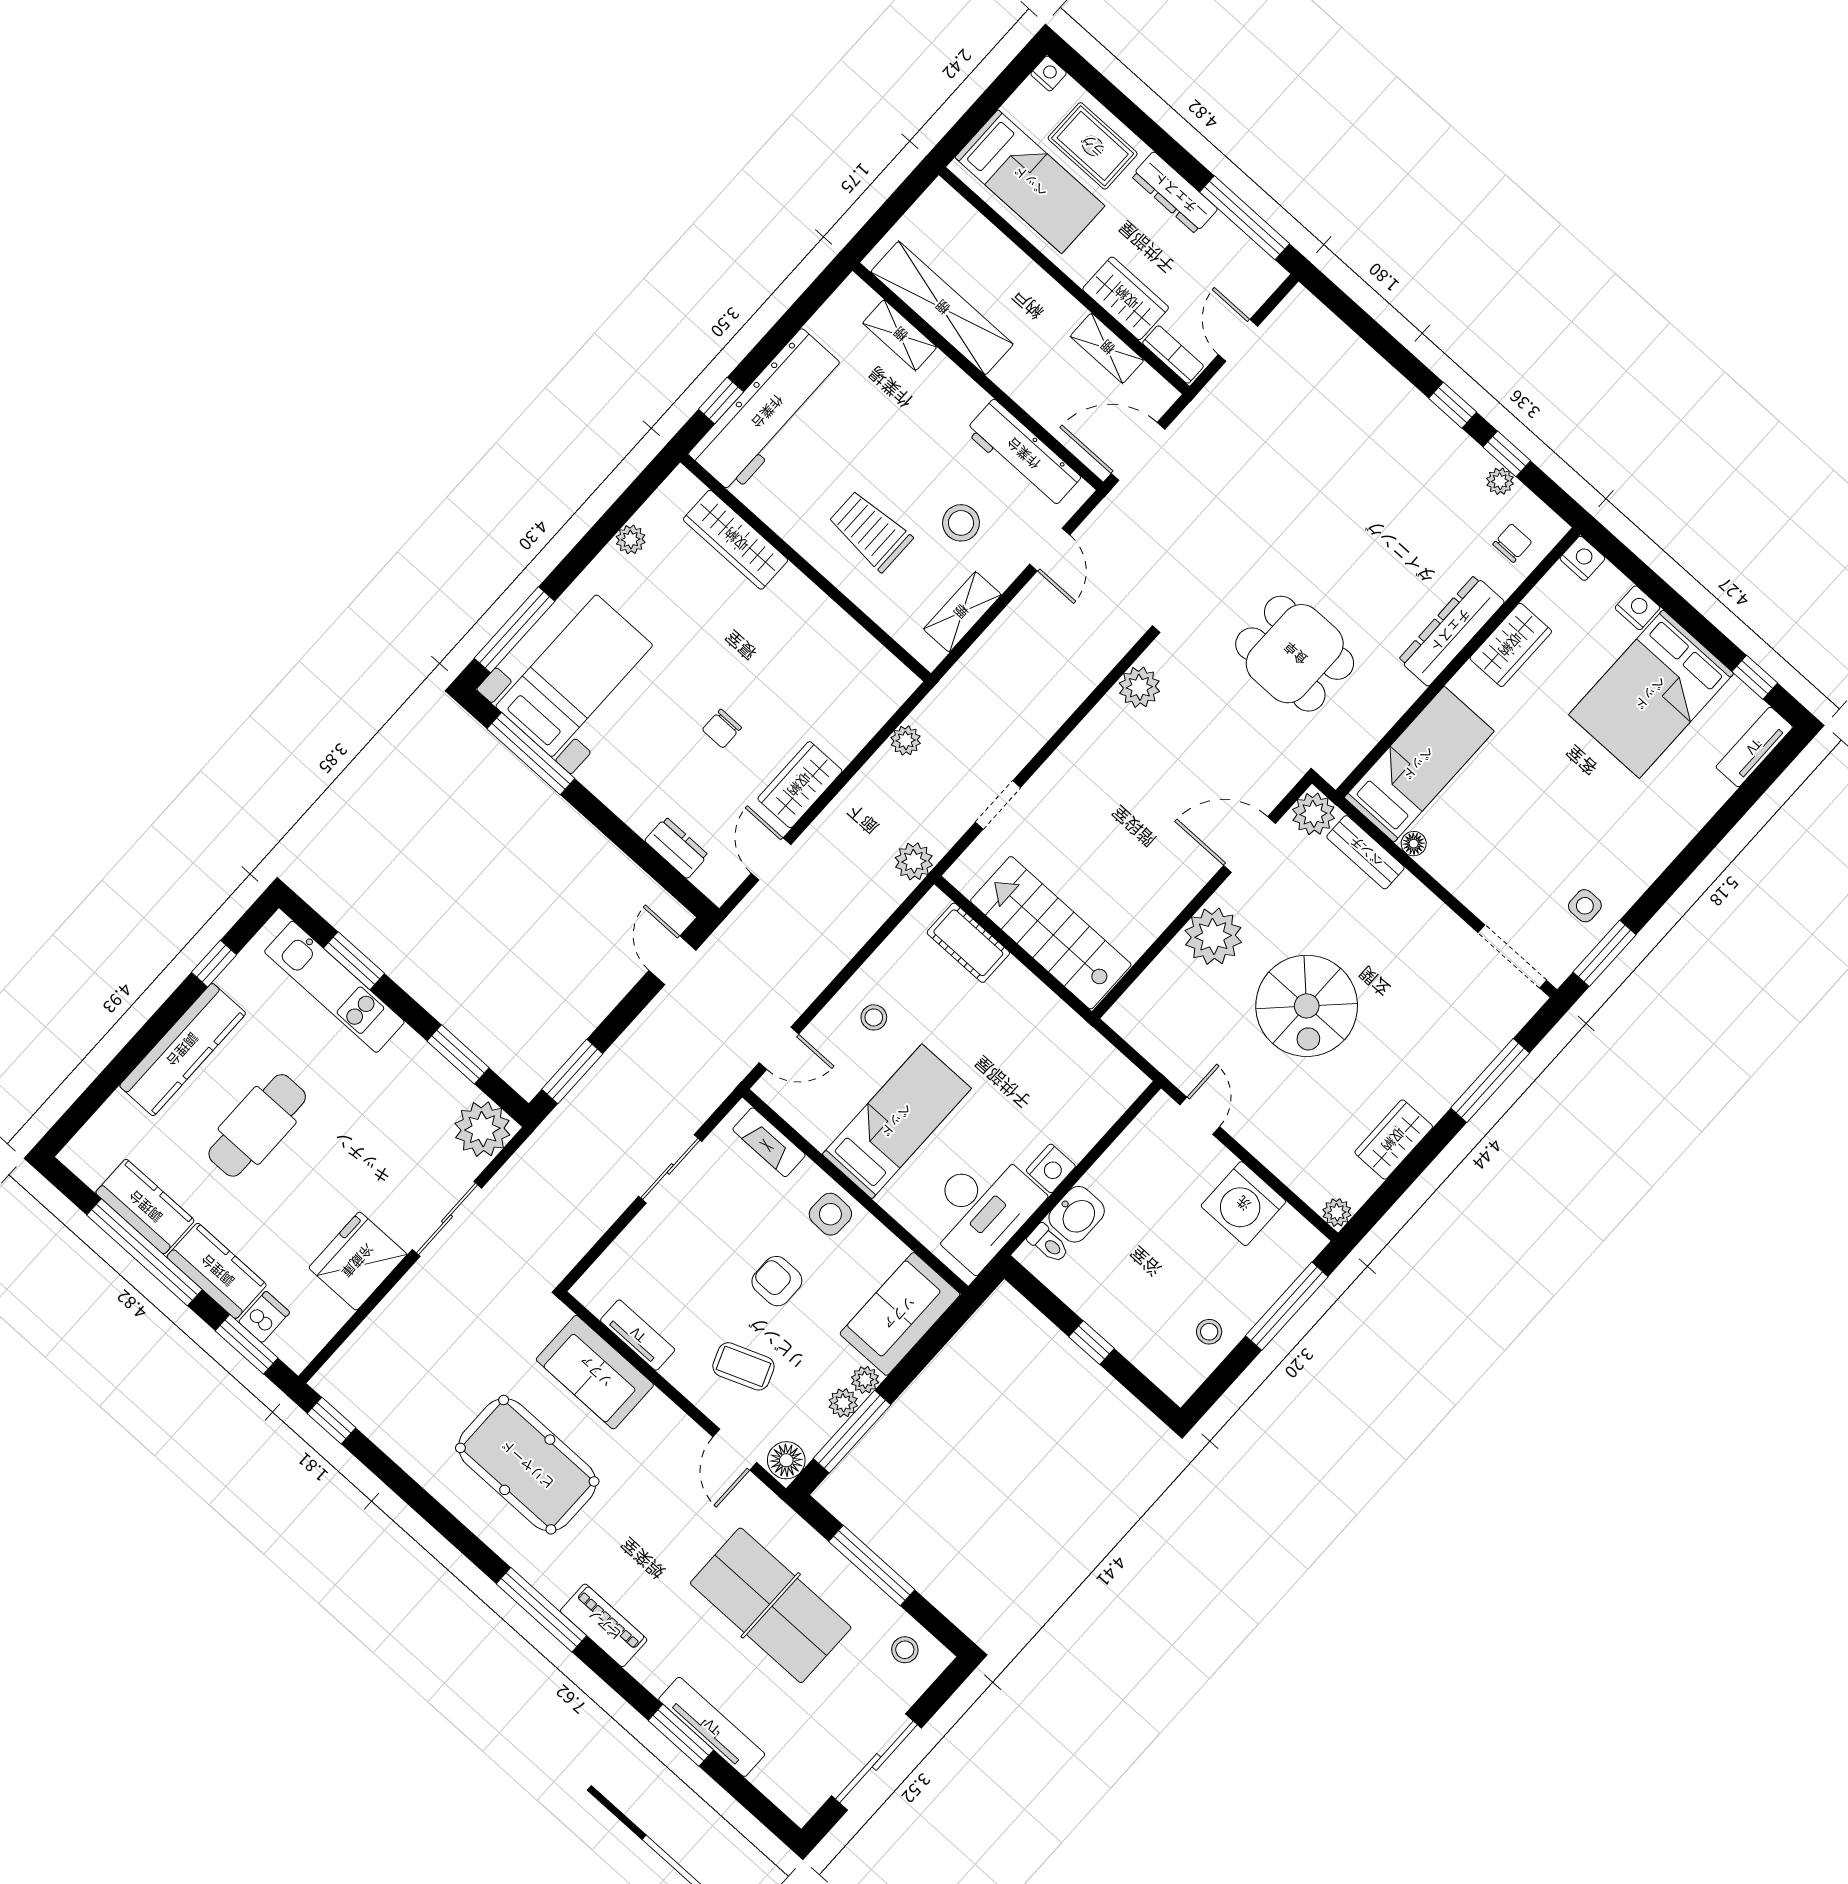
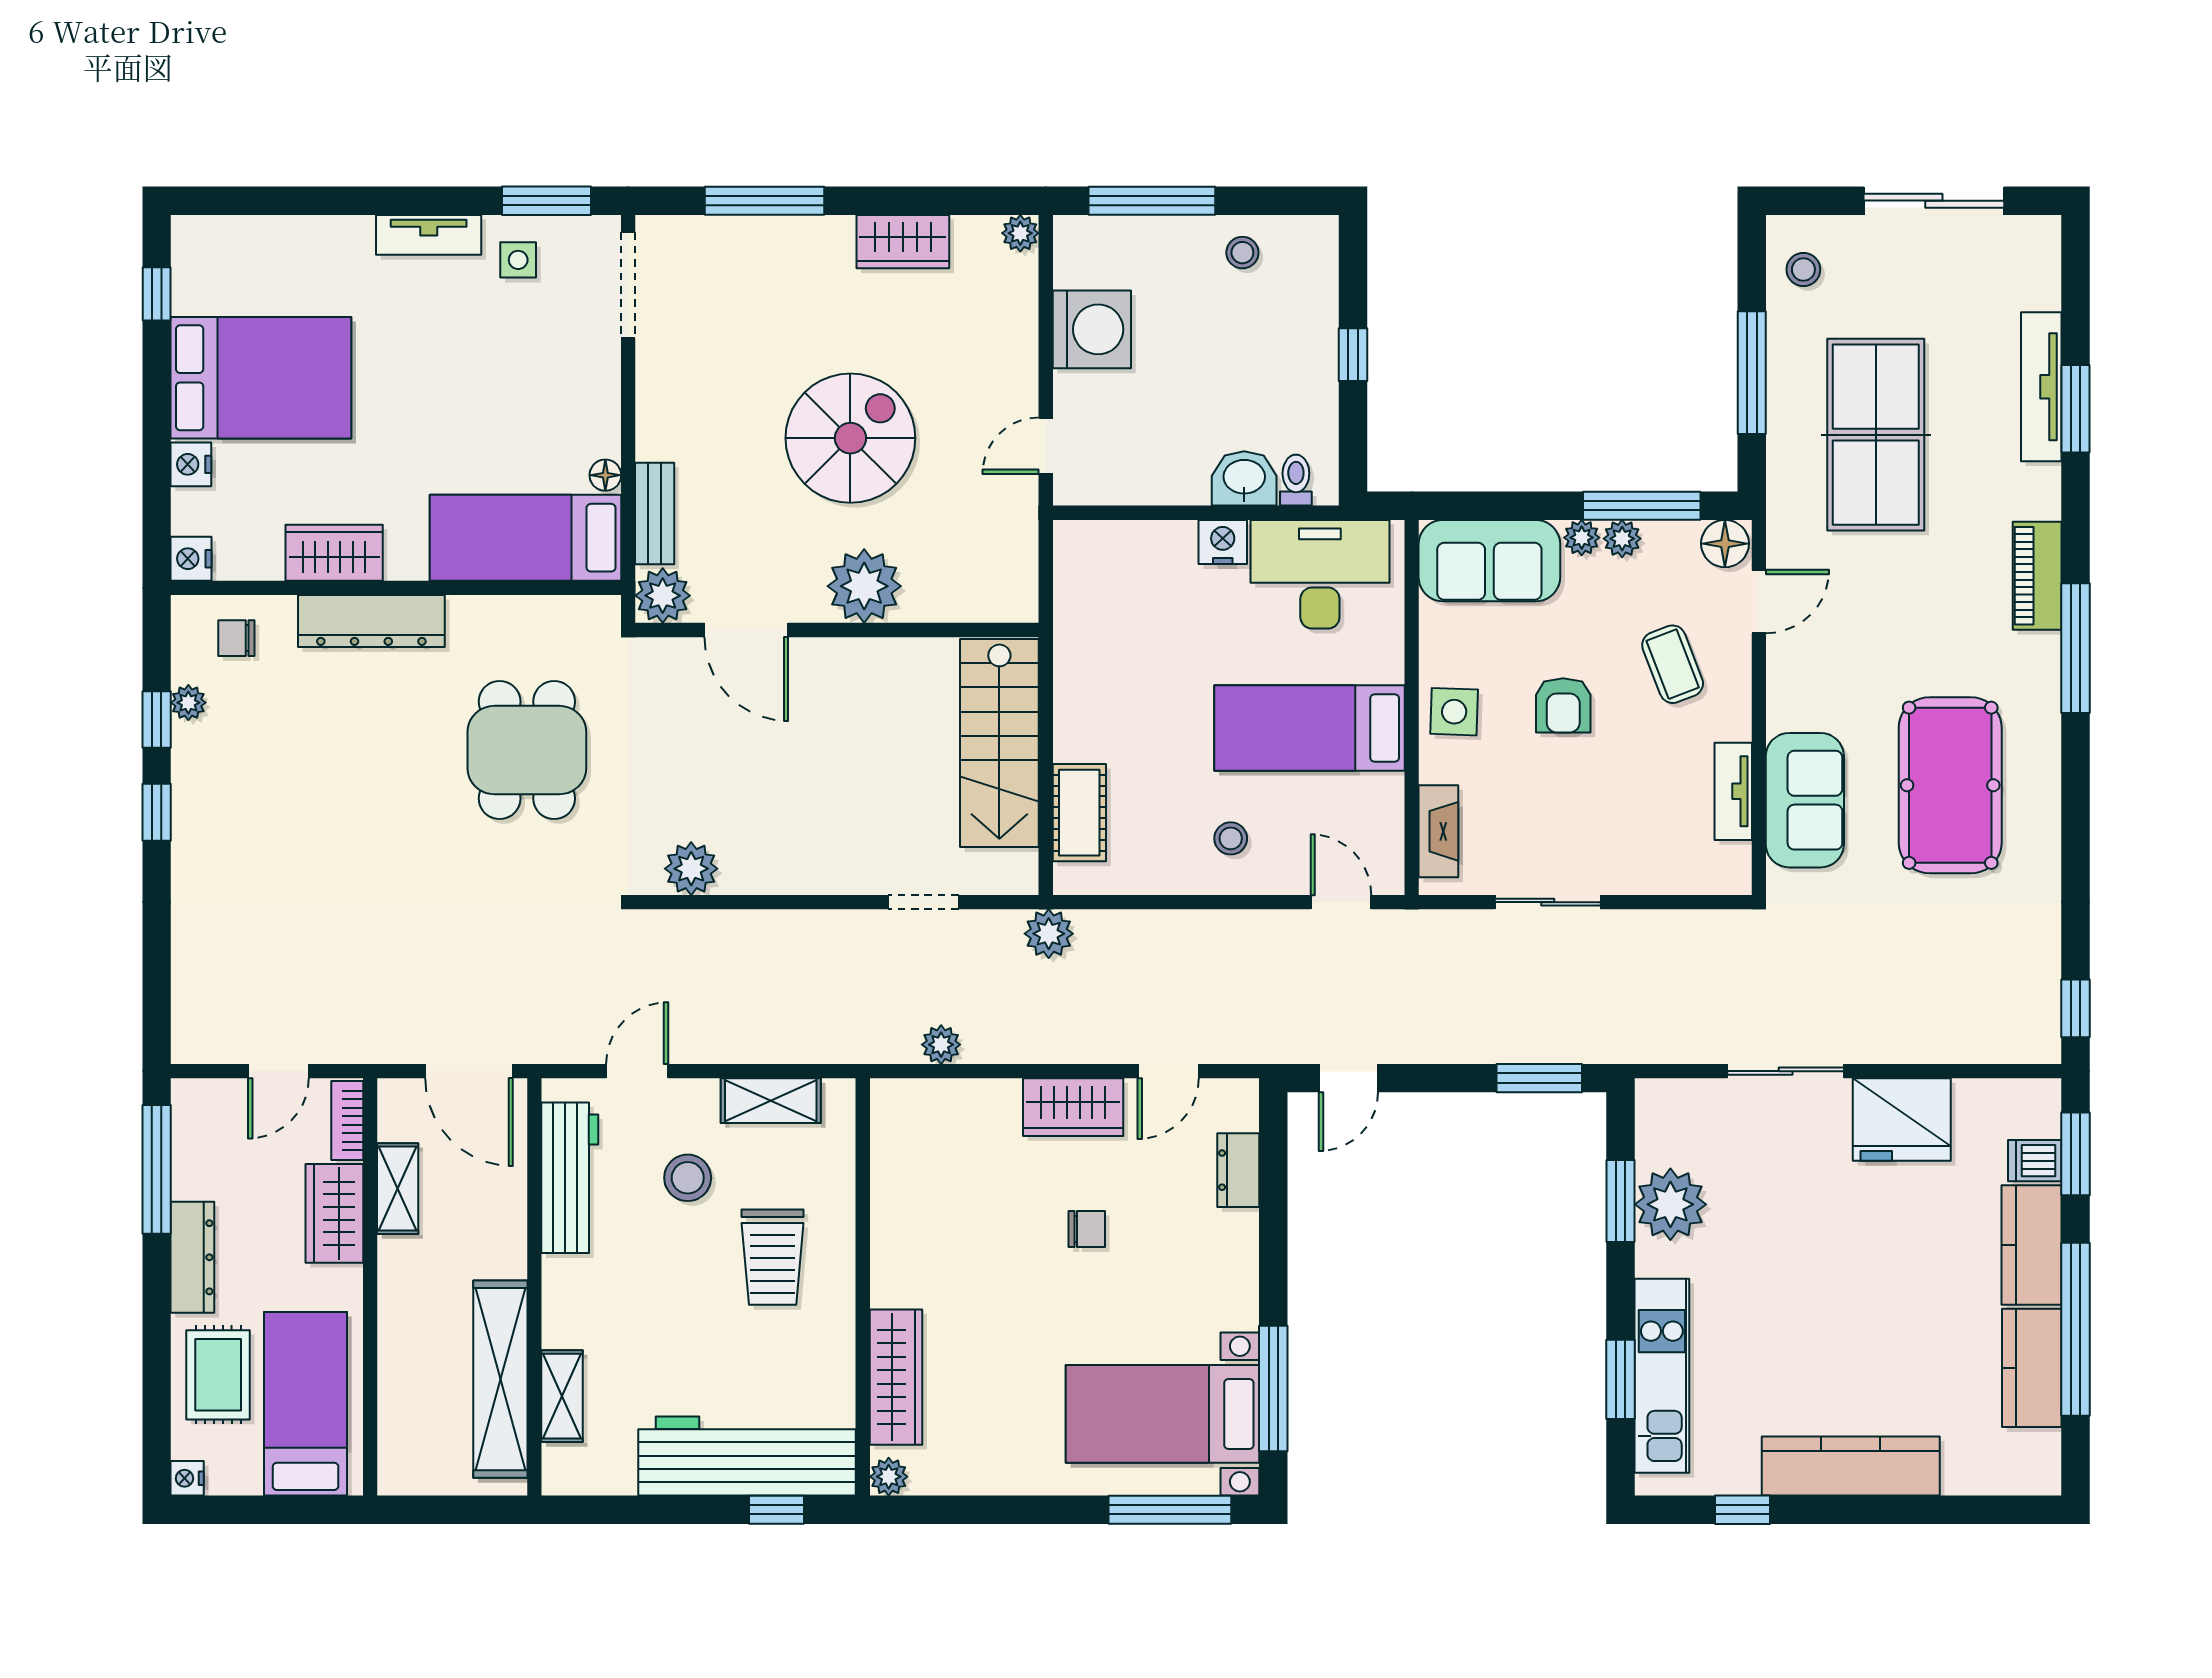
plant: (631, 539) -> (889, 1477), moved
tv unit: (1754, 747) -> (429, 235), moved
cafe table: (257, 1125) -> (1859, 1331), removed
plant: (482, 1129) -> (1670, 1204), moved

